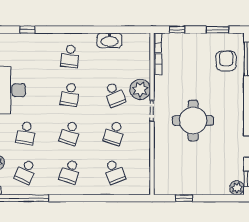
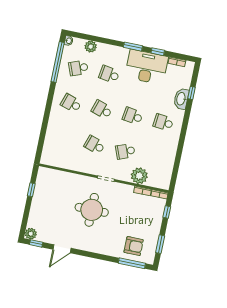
washbasin: (109, 40) -> (181, 99), moved
plant: (140, 89) -> (139, 176), moved
school desk: (26, 172) -> (78, 68), turned -45
school desk: (114, 172) -> (64, 139), removed

